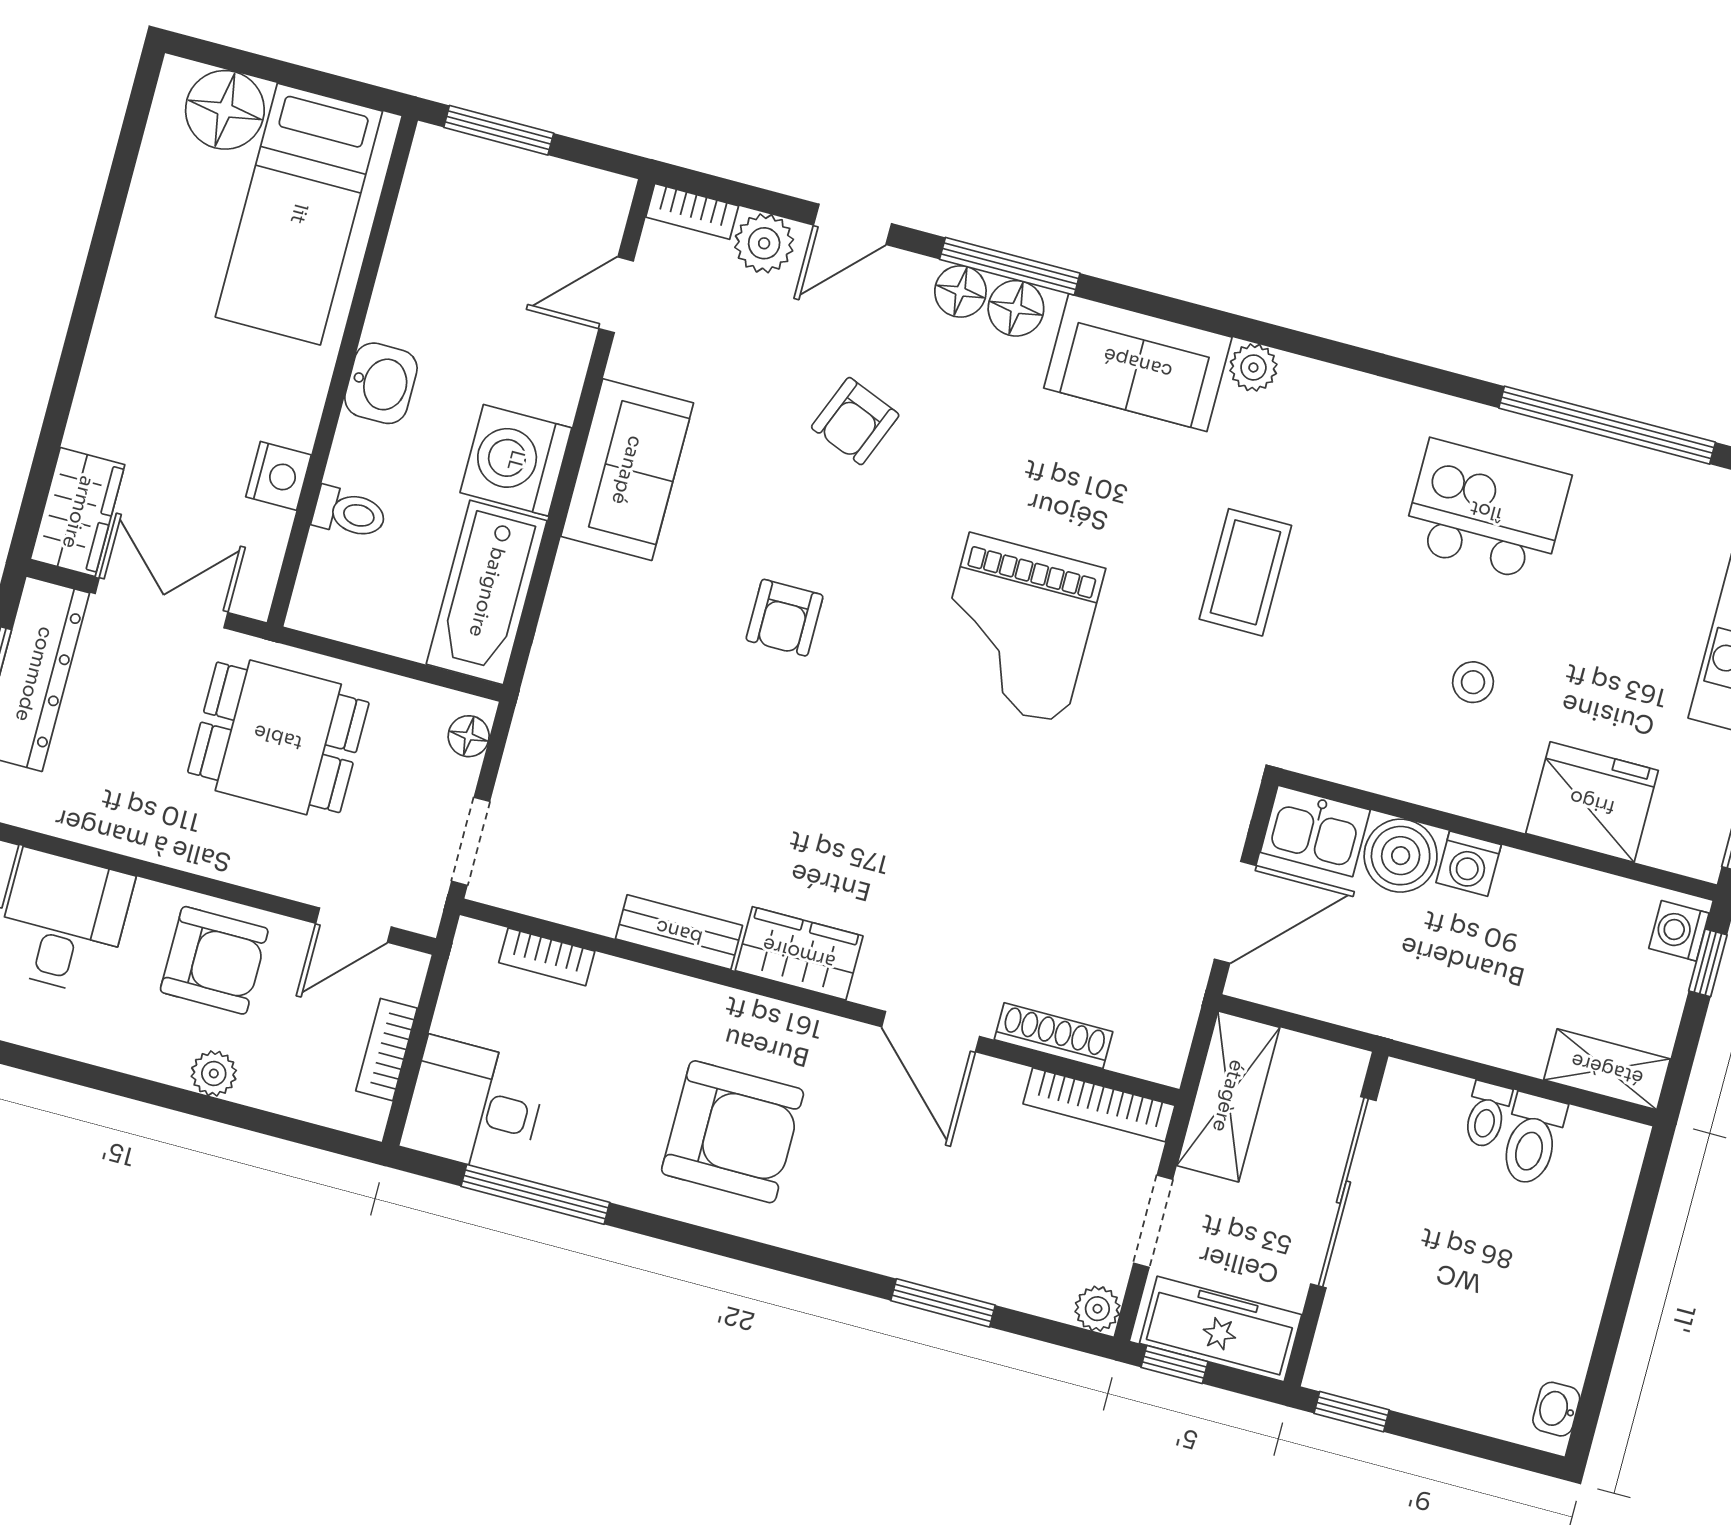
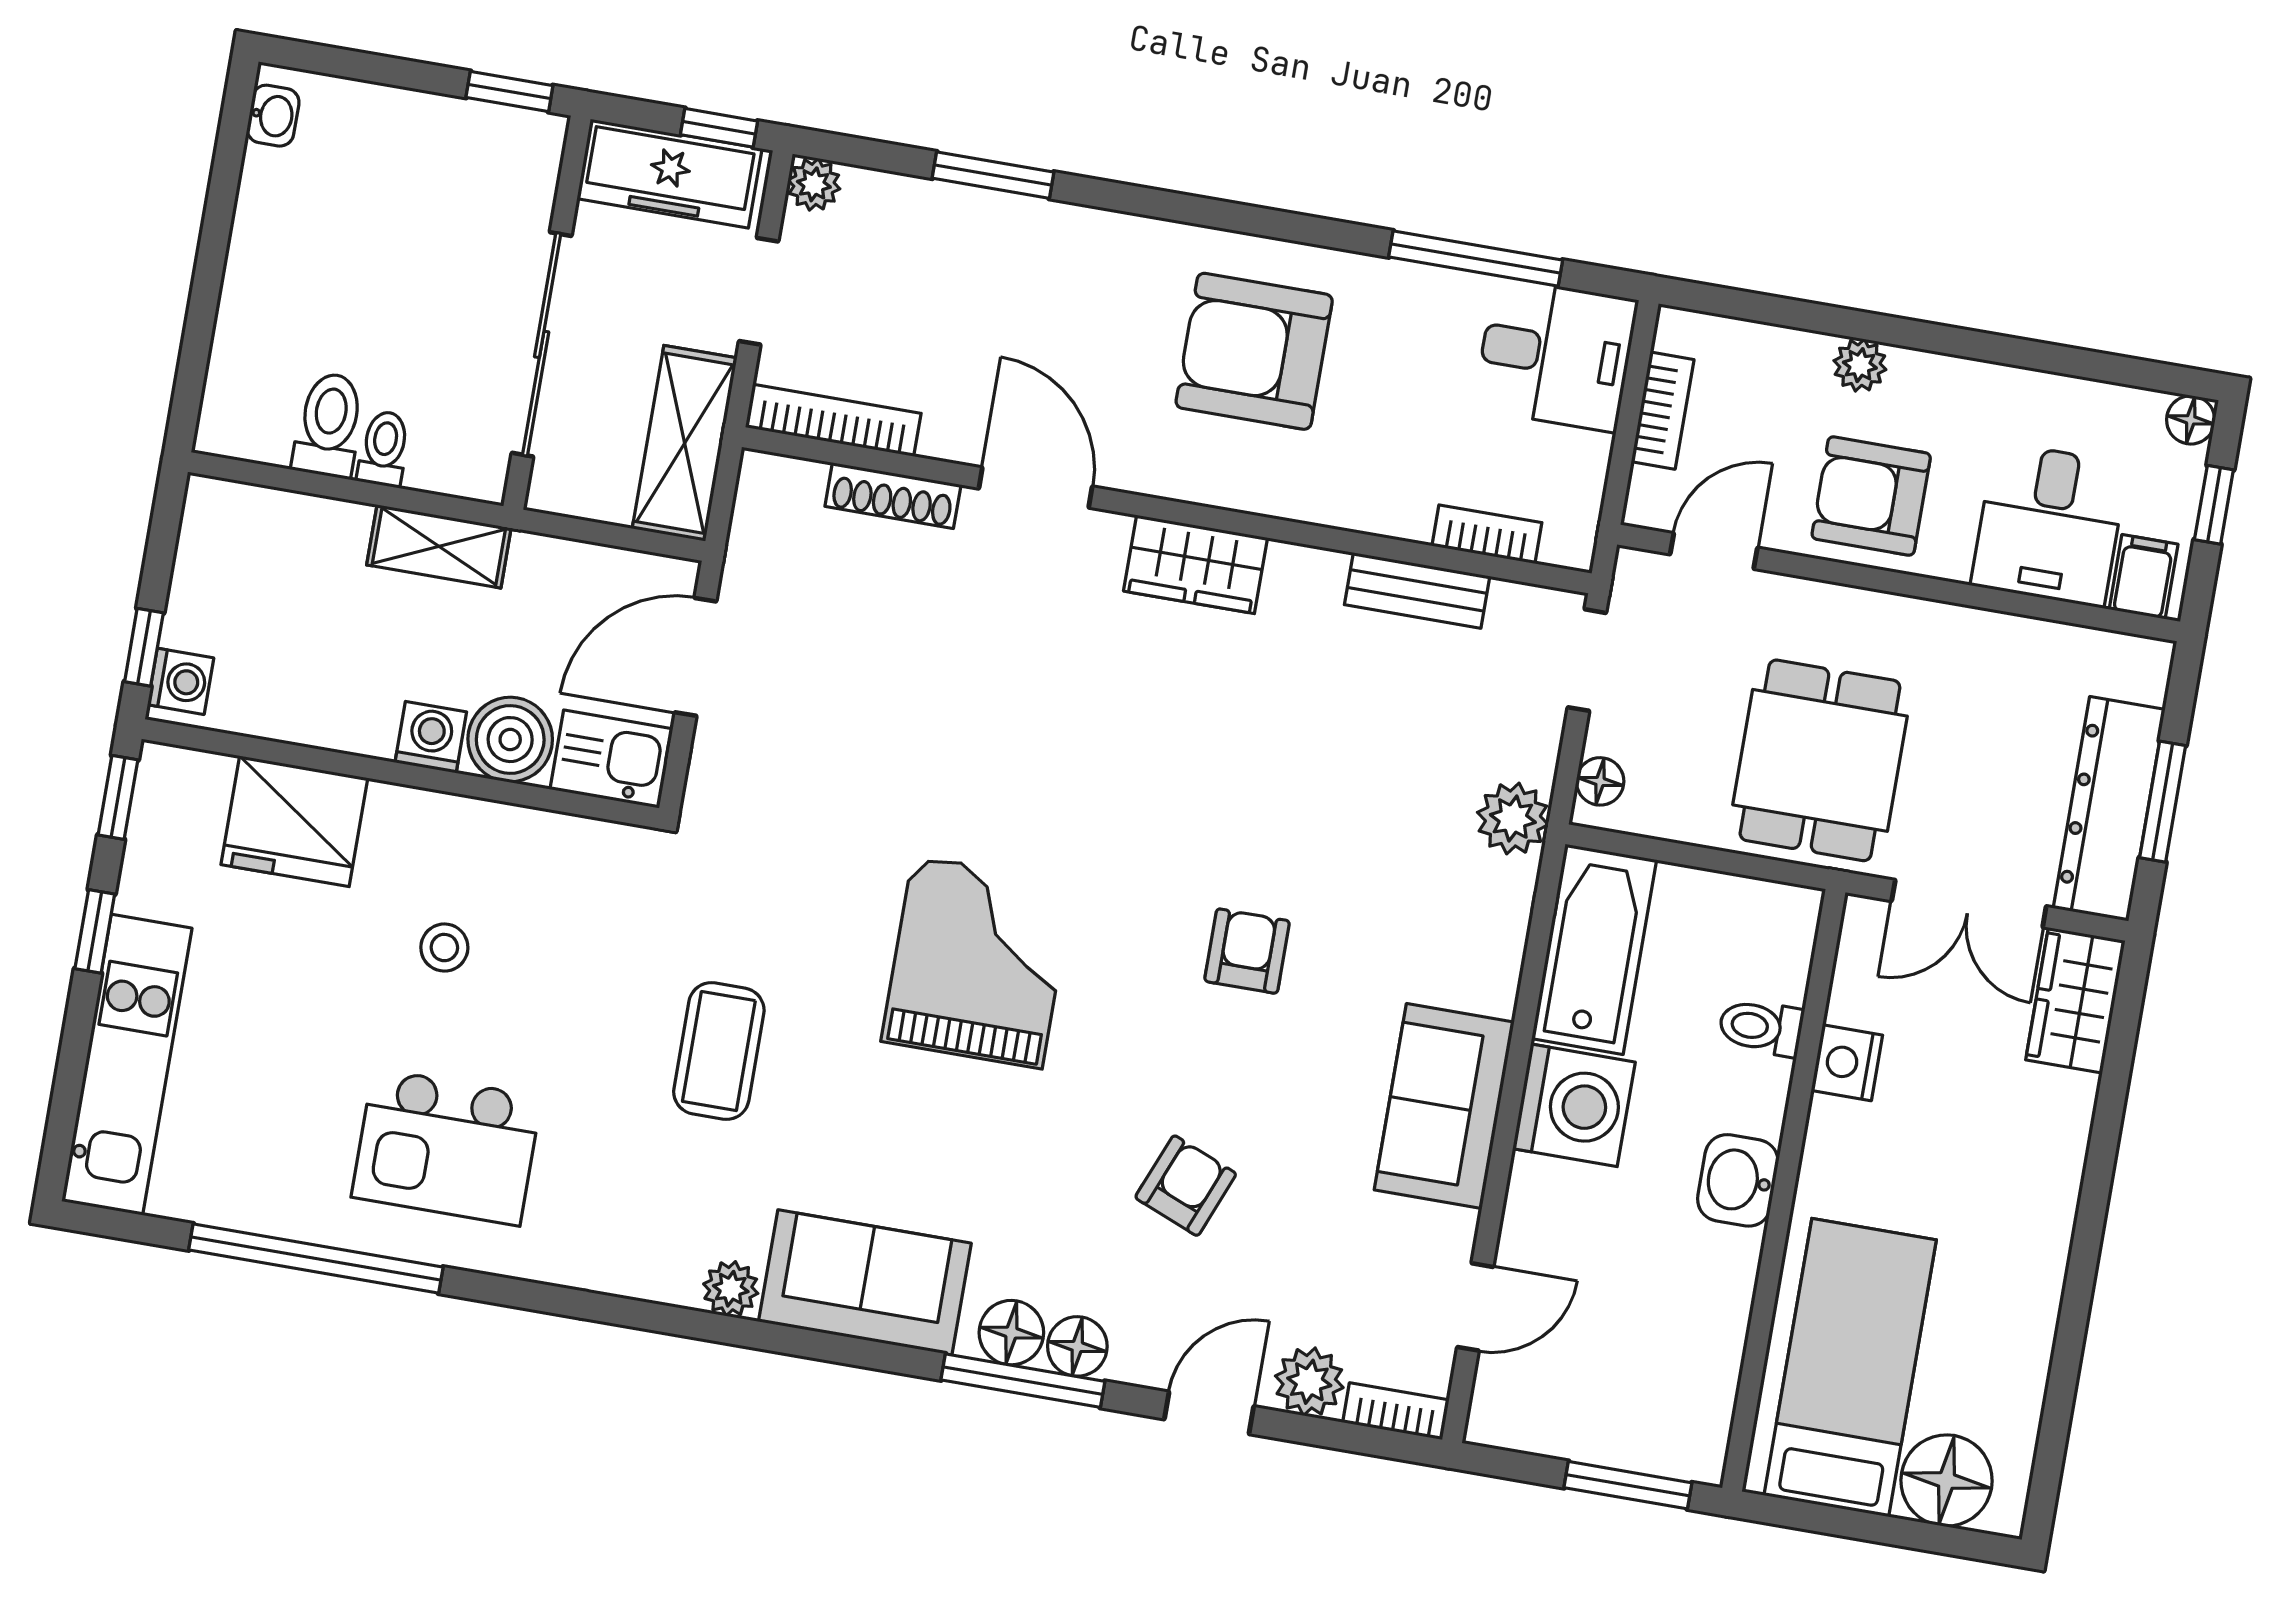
plant: (546, 711) -> (1513, 819), added
dining table: (278, 737) -> (1820, 760), turned 90
bench: (679, 932) -> (1417, 590), moved
shelving: (1607, 1069) -> (439, 546), moved

